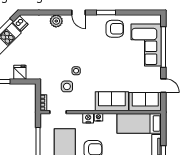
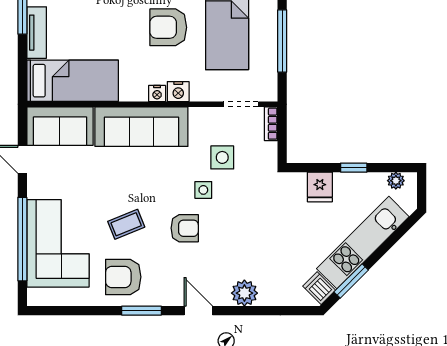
armchair: (85, 52) -> (185, 228), added
coffee table: (113, 54) -> (126, 224), added
sofa: (112, 101) -> (141, 127), width x1.36

